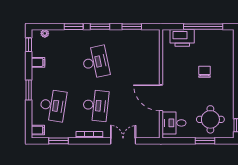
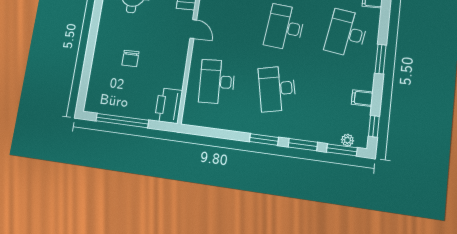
window: (132, 27) -> (342, 150), moved
printer: (182, 38) -> (169, 106), moved, turned -90
desk: (138, 62) -> (217, 82), added
door: (161, 98) -> (193, 29), width x0.53

